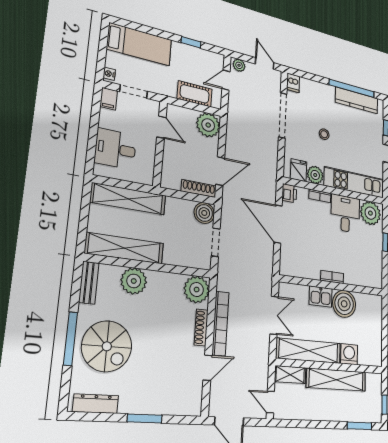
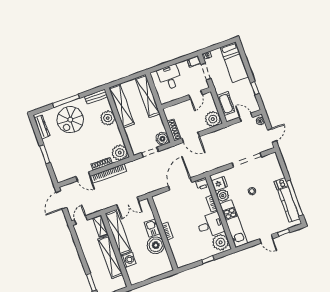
dishwasher: (293, 83) -> (281, 184), moved

